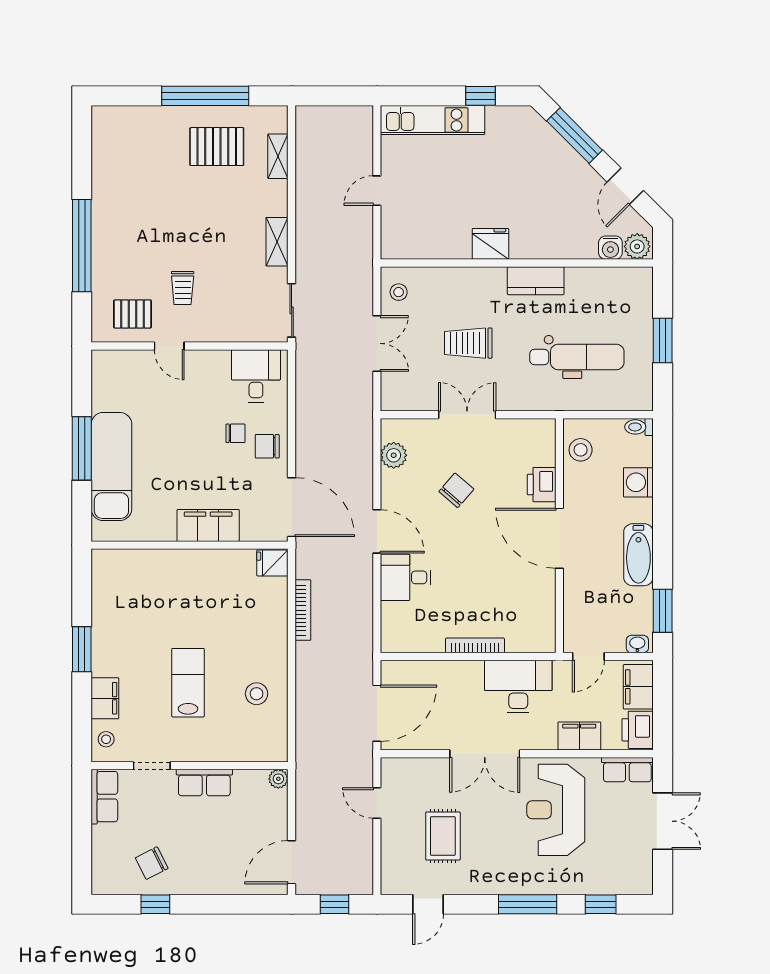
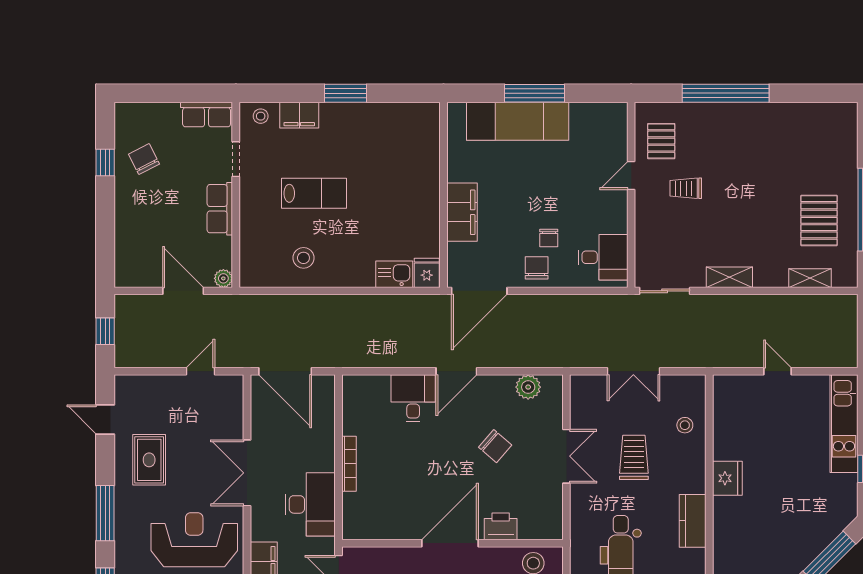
stool: (399, 292) -> (685, 425), moved
kitchen sink: (274, 597) -> (394, 274), added
bookcase: (303, 610) -> (382, 302), removed
rug: (443, 836) -> (149, 460), moved, turned 90
door: (292, 862) -> (183, 291), moved

